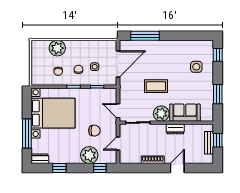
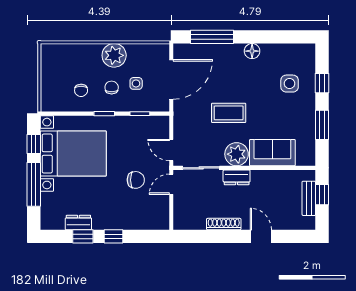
floor lamp: (172, 45) -> (252, 51), added
plant: (57, 48) -> (114, 55), moved
window: (218, 55) -> (322, 83), moved
window: (27, 107) -> (34, 144), added
dresser: (175, 129) -> (237, 177), moved
door: (118, 144) -> (171, 184), moved
plant: (89, 155) -> (128, 217), removed
dresser: (40, 159) -> (78, 223), moved
window: (100, 168) -> (113, 236), moved
door: (177, 168) -> (261, 236), hinge flipped

